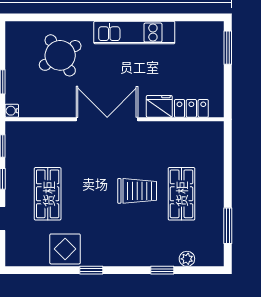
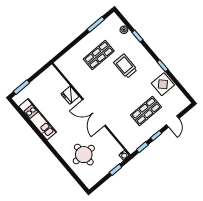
kitchen unit: (134, 33) -> (38, 119), moved
round table: (60, 55) -> (84, 155), turned 32
locker: (191, 108) -> (60, 81), removed
trolley: (137, 191) -> (125, 66), moved

